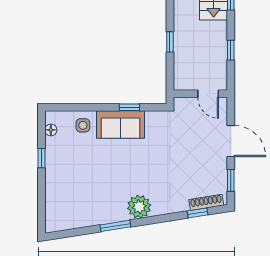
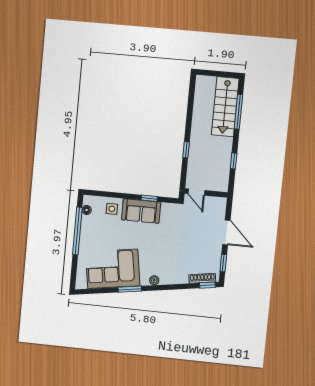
door: (208, 94) -> (196, 192), moved
window: (41, 158) -> (77, 231), width x3.17
corner sofa: (91, 202) -> (113, 269), added
plant: (139, 207) -> (154, 280), width x0.53, depth x0.53
window: (198, 213) -> (207, 285), moved

